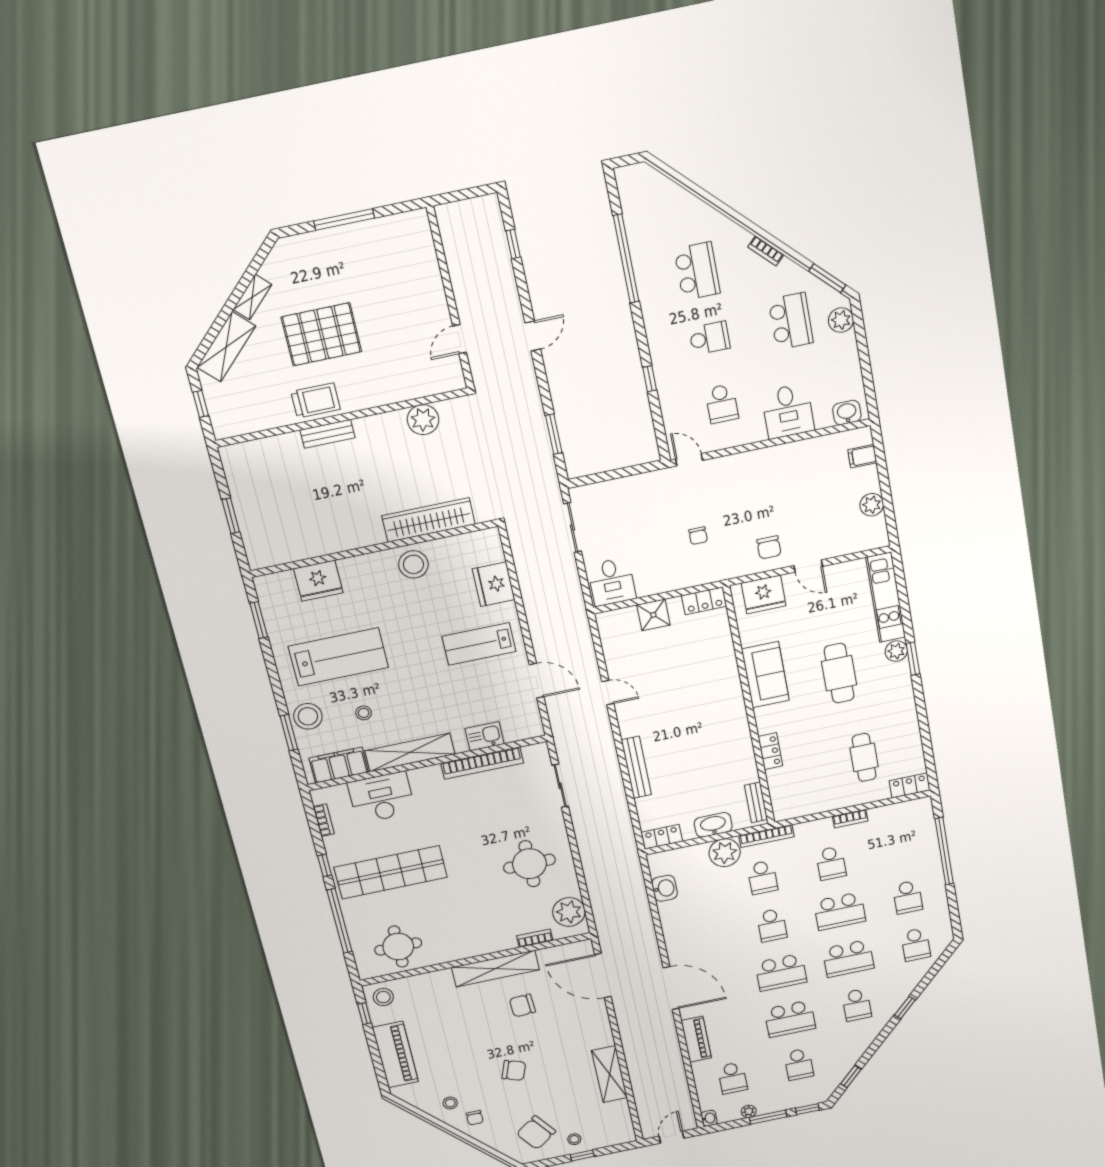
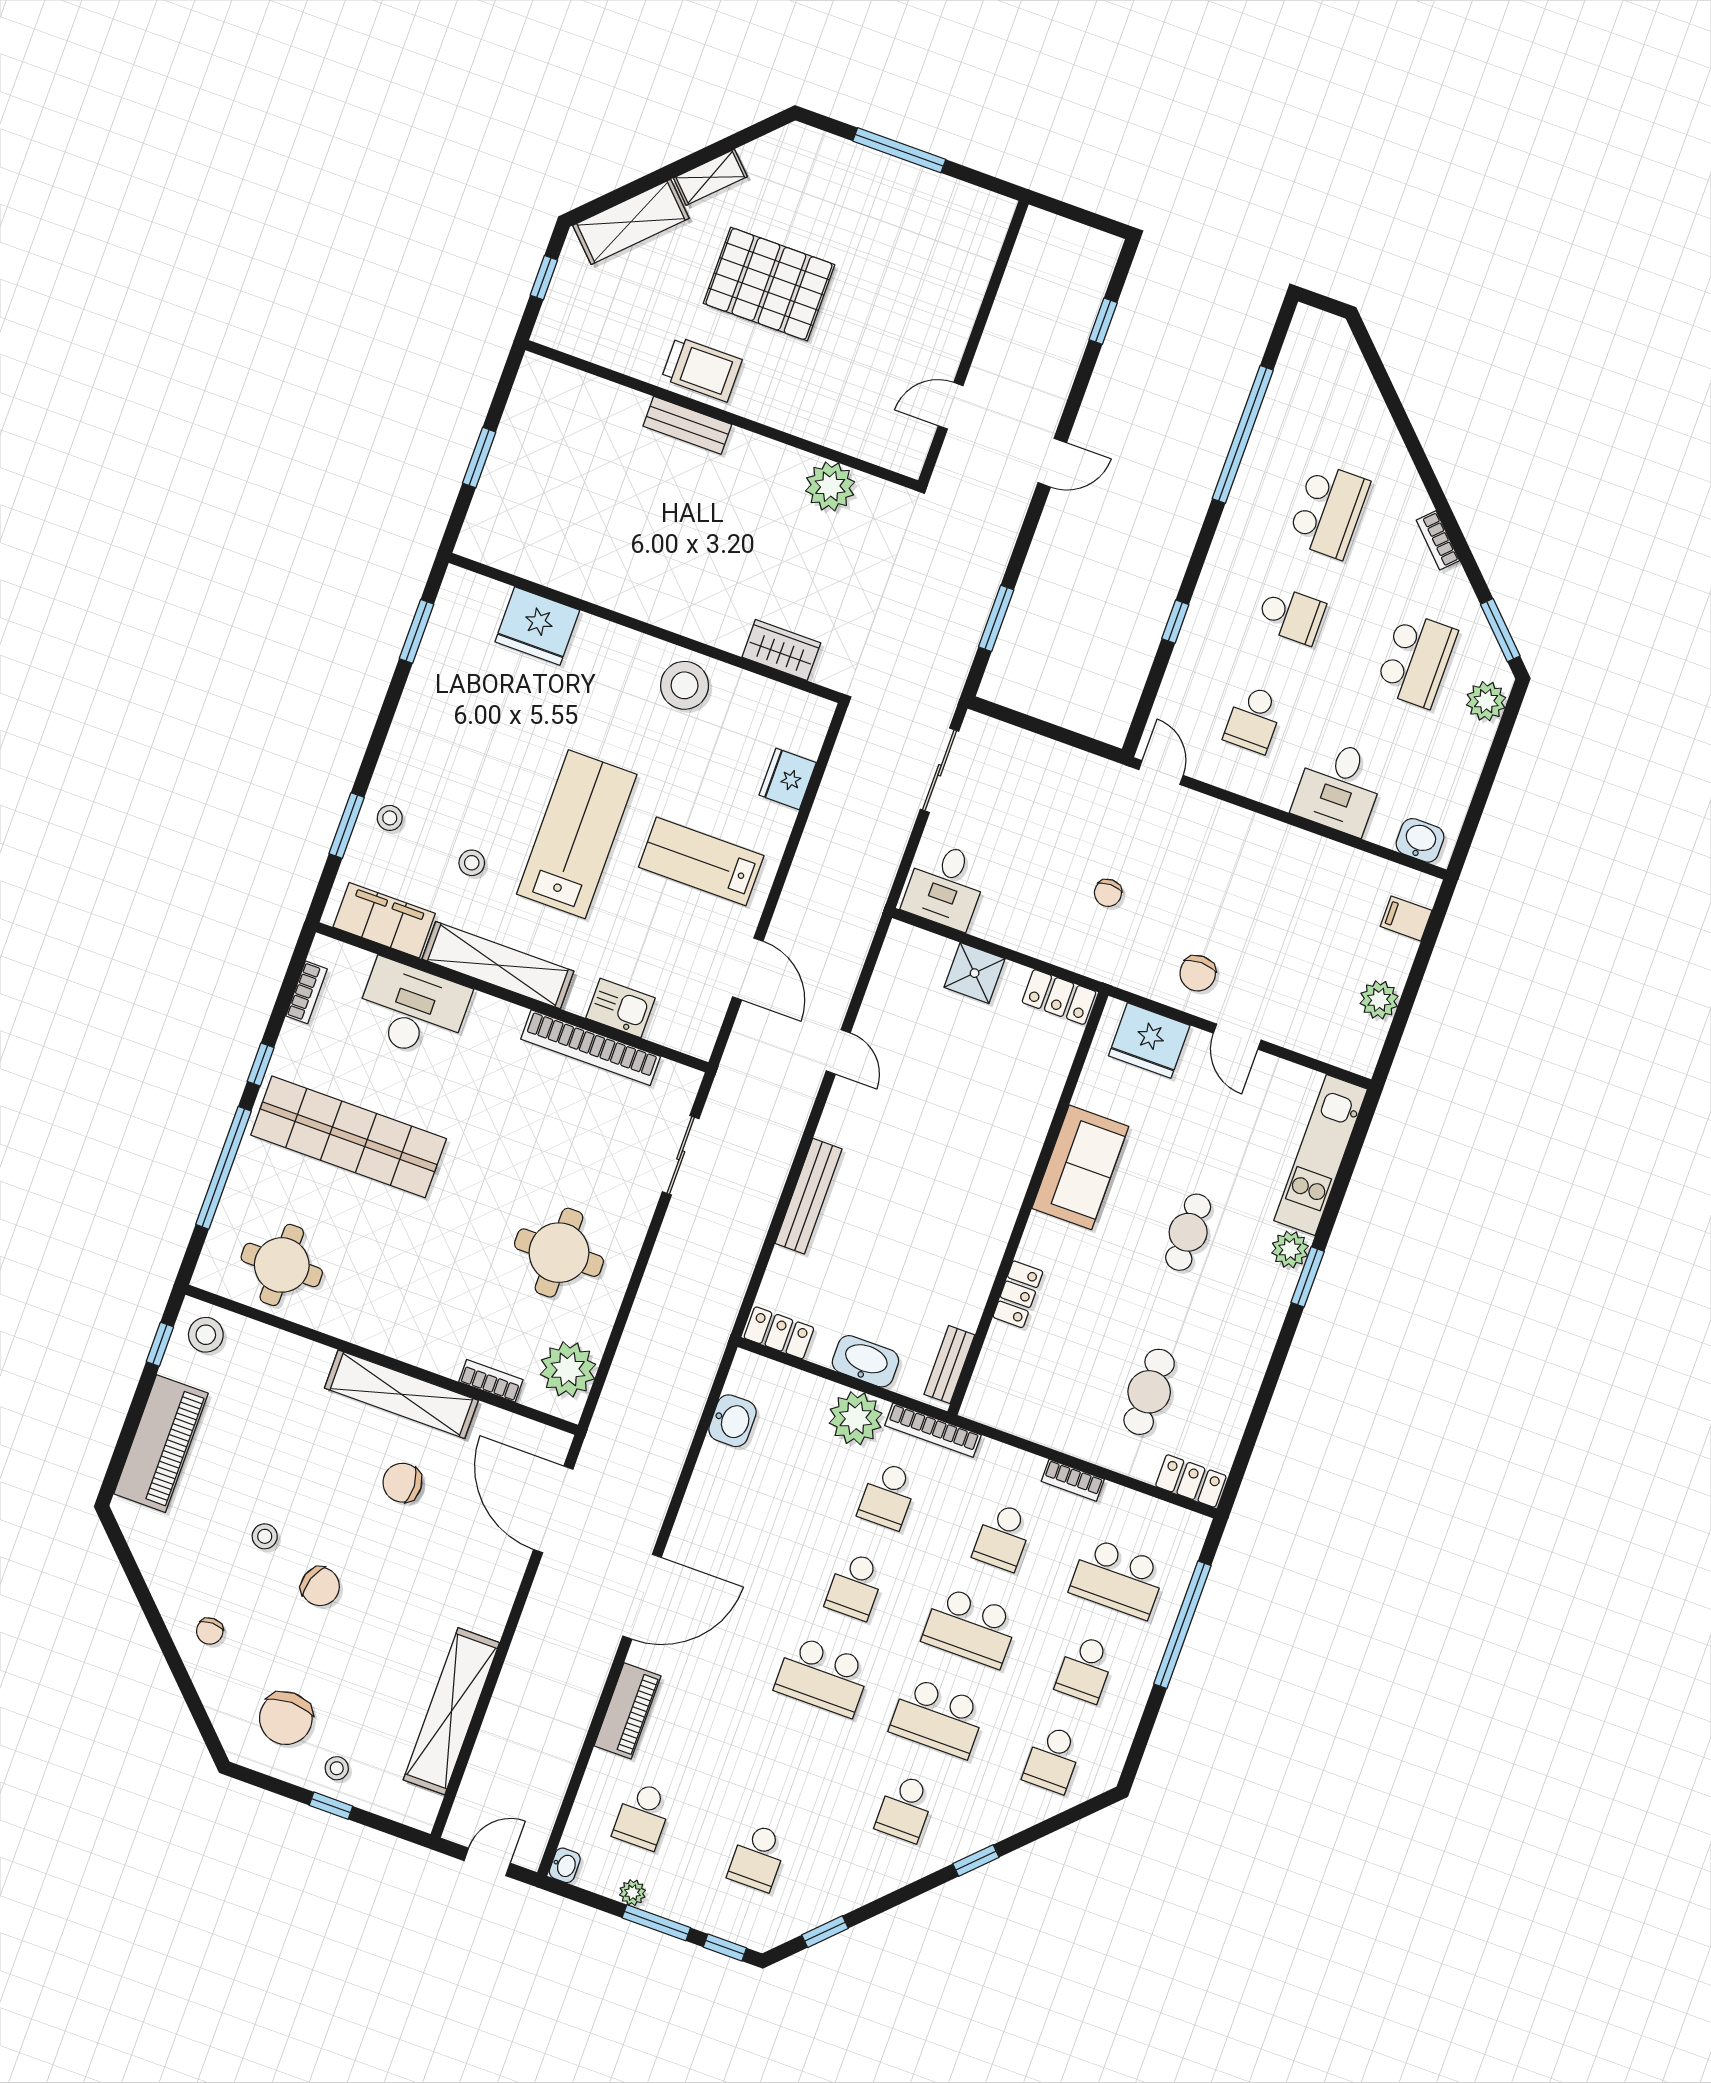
wardrobe: (428, 520) -> (781, 650), width x0.48, depth x0.85
fridge: (494, 584) -> (788, 779), width x0.73, depth x0.75
lab bench: (338, 657) -> (577, 834), moved, turned -90
cafe table: (839, 673) -> (1188, 1232), width x0.73, depth x0.74
stool: (308, 716) -> (390, 818), width x0.53, depth x0.53
door: (671, 988) -> (642, 1597), hinge flipped
school desk: (790, 1019) -> (1118, 1578), moved
shelving: (609, 1074) -> (451, 1711), width x1.47
stool: (450, 1103) -> (265, 1536), moved
chair: (536, 1133) -> (286, 1718), turned -54

